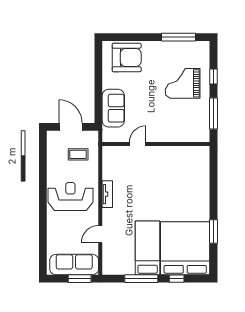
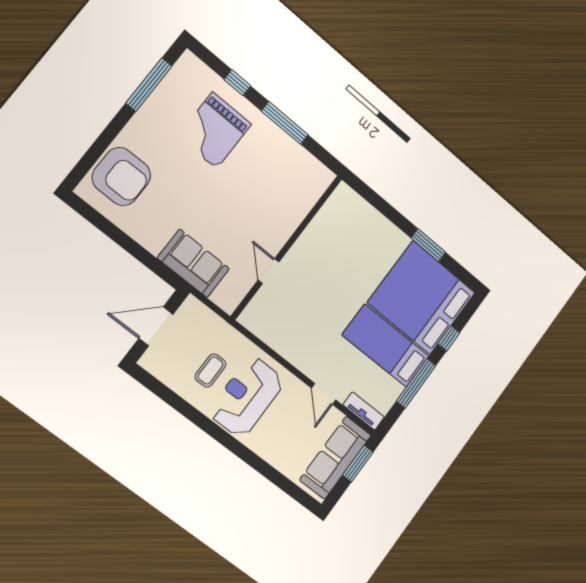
armchair: (127, 58) -> (121, 177), turned 90
sofa: (113, 108) -> (193, 263), moved
door: (138, 144) -> (268, 271), moved
wall: (156, 144) -> (287, 247), moved
coffee table: (78, 154) -> (210, 370), moved
tv unit: (107, 194) -> (364, 411), moved

